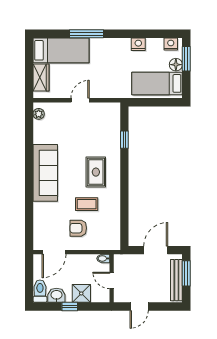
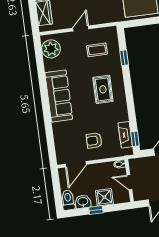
plant: (39, 114) -> (51, 49), width x1.87, depth x1.87
coffee table: (87, 204) -> (97, 50), moved
fireplace: (114, 226) -> (125, 135), added
window: (124, 232) -> (135, 139), added

